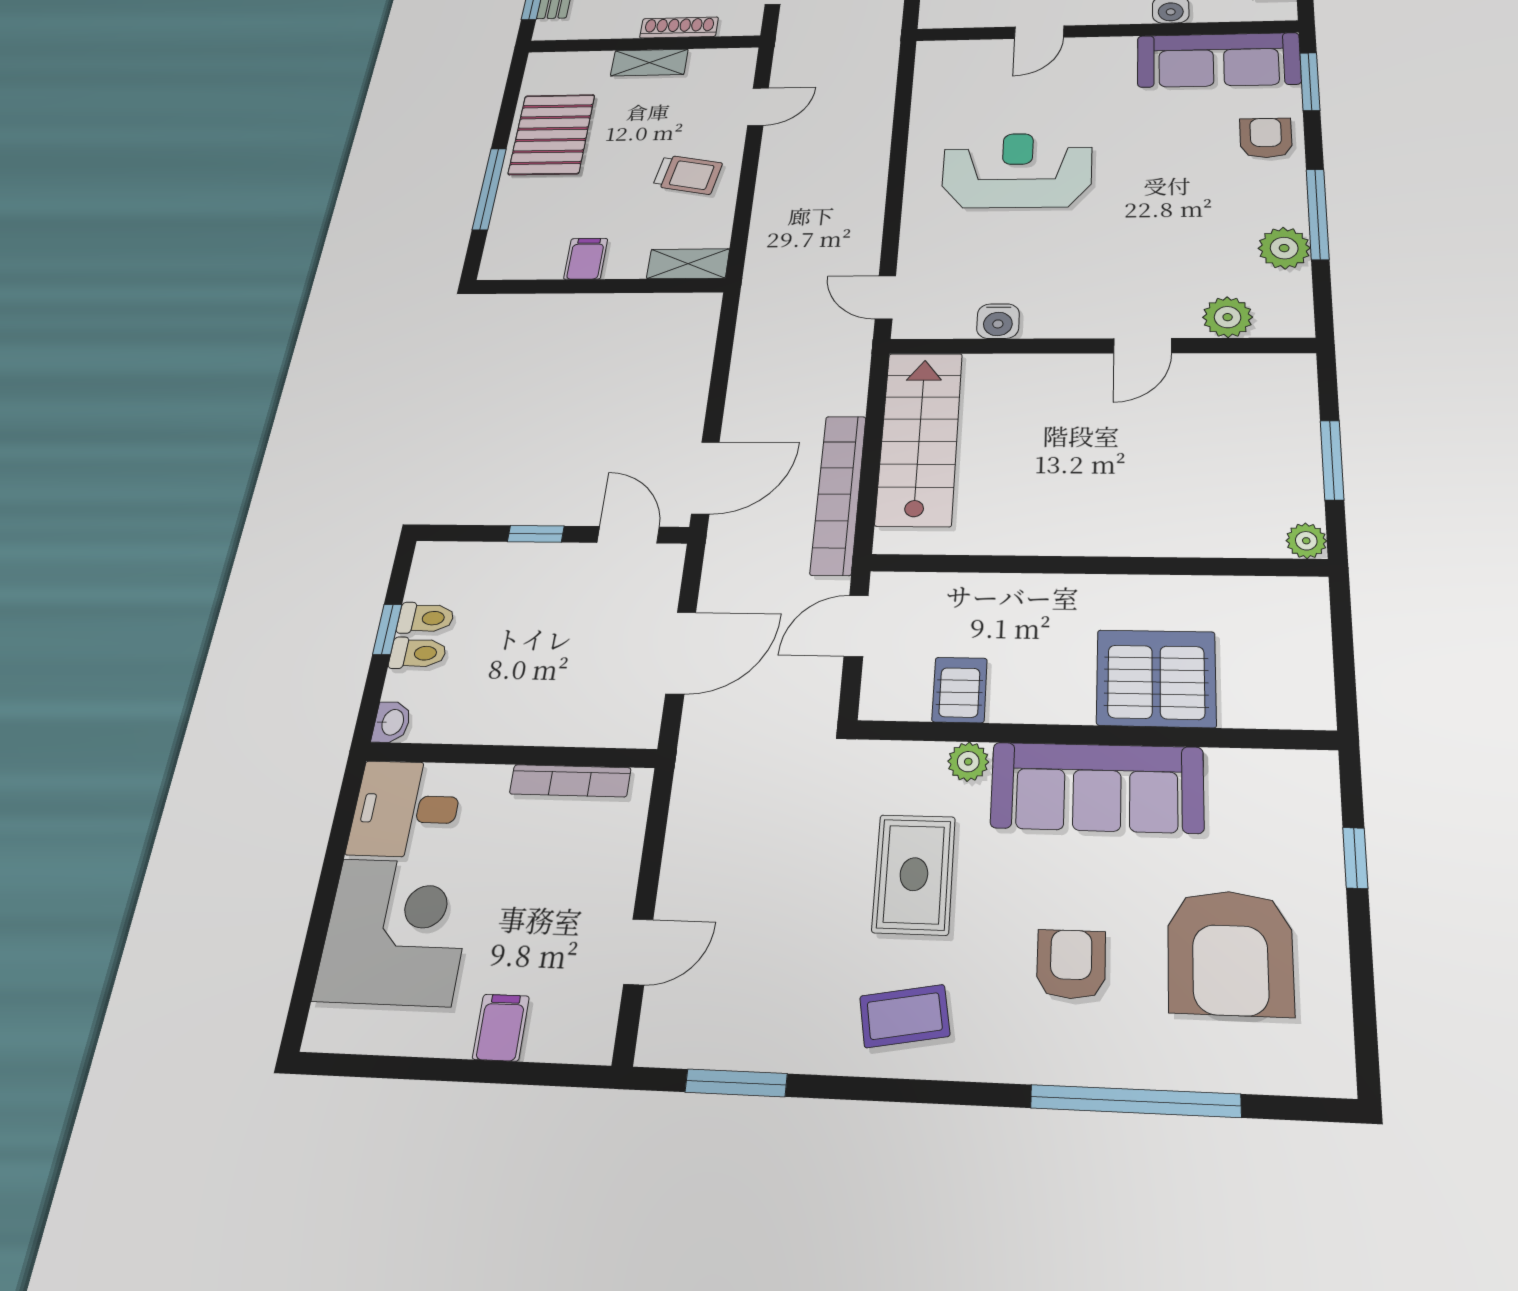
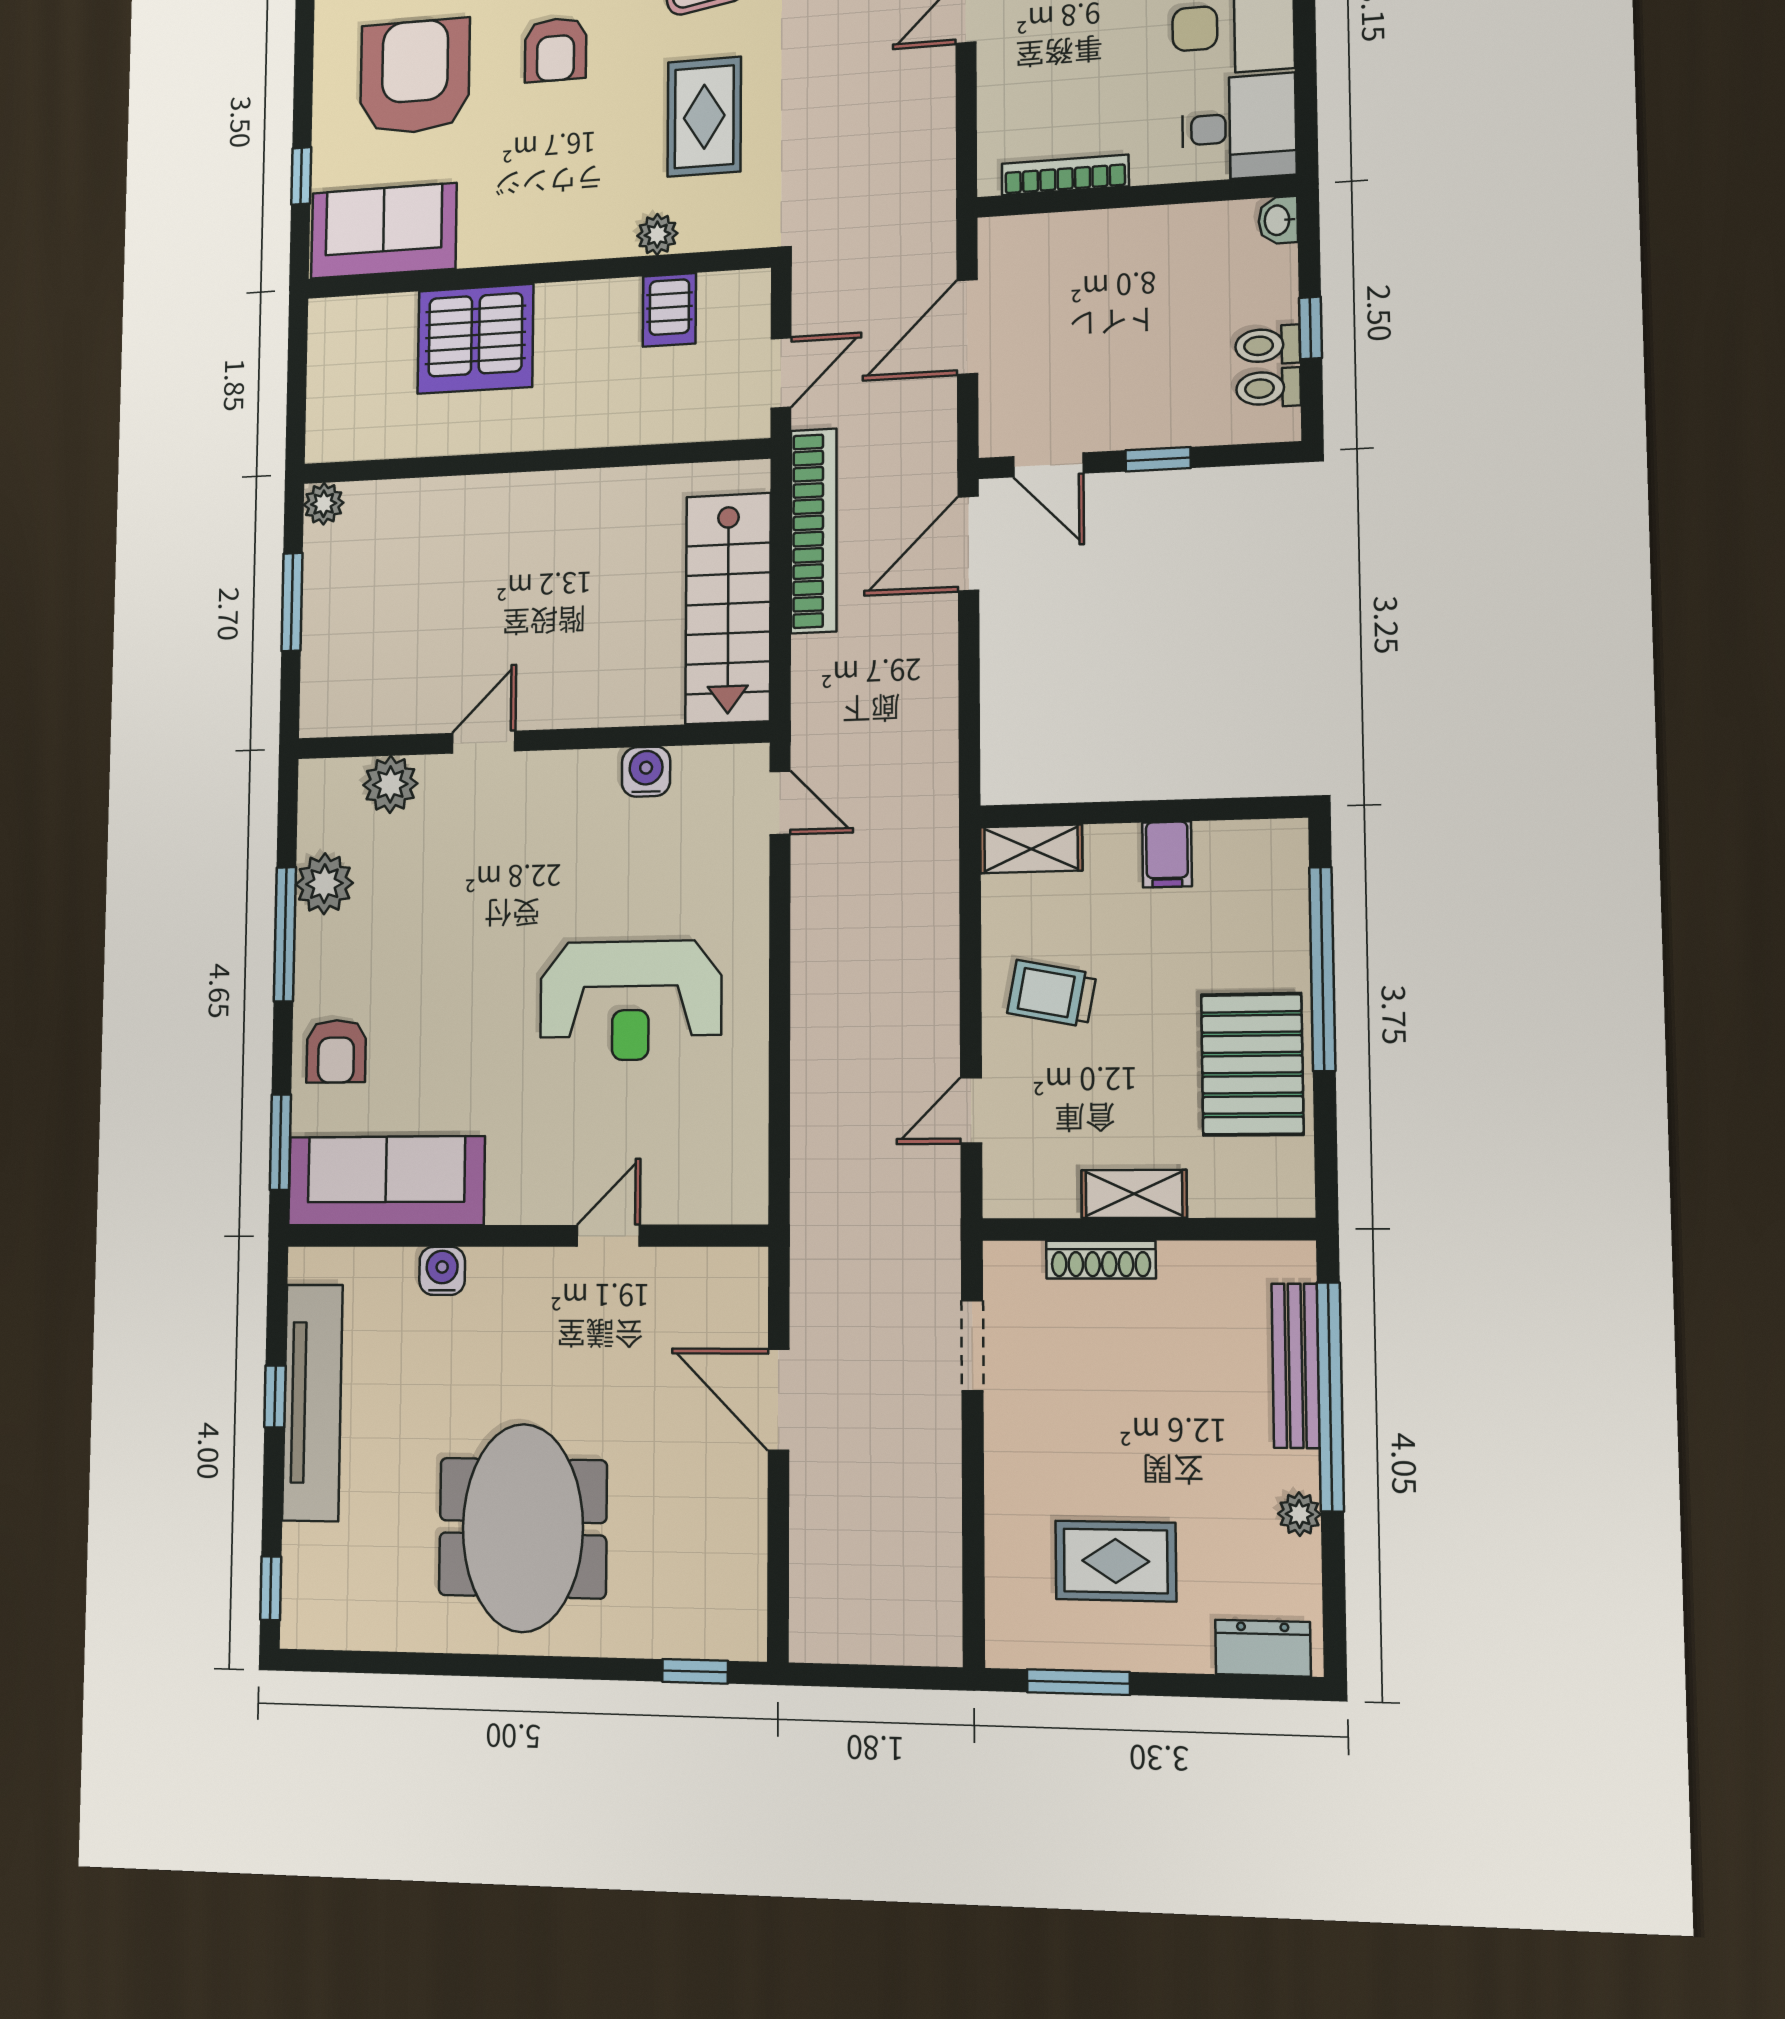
window: (489, 189) -> (1322, 969), width x1.46
toilet: (418, 653) -> (1268, 388), moved
sofa: (1097, 787) -> (384, 231), moved, width x0.73

